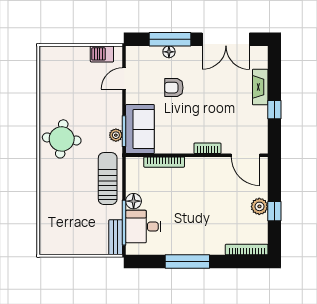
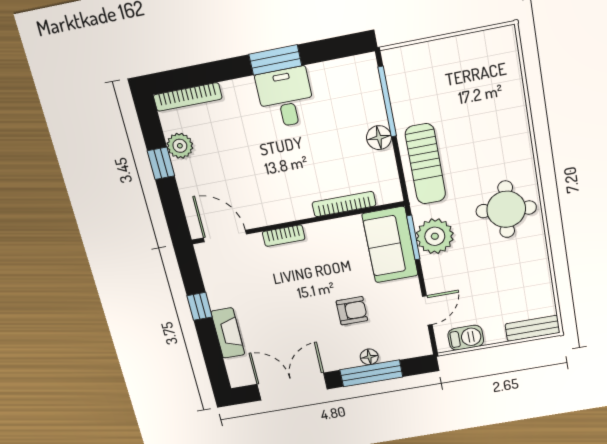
plant: (116, 135) -> (435, 236), width x1.88, depth x1.88
plant: (259, 206) -> (180, 146), moved
desk: (143, 227) -> (286, 98), moved, turned -90
bench: (116, 237) -> (532, 328), moved, turned 90
window: (187, 262) -> (275, 60), width x0.69

